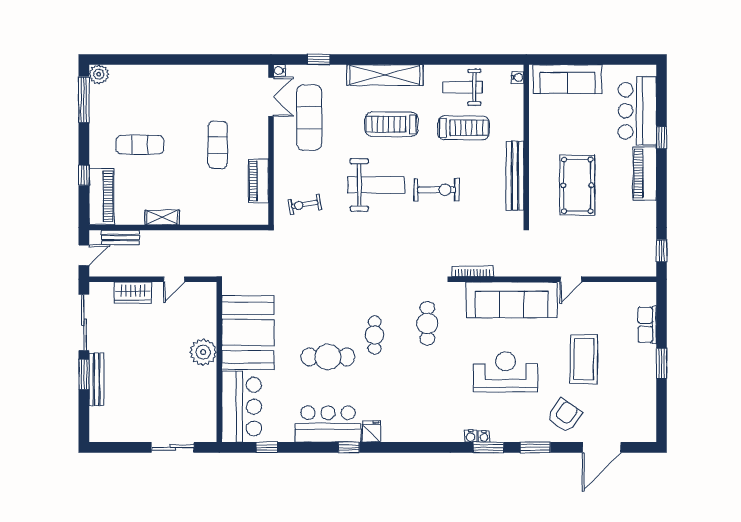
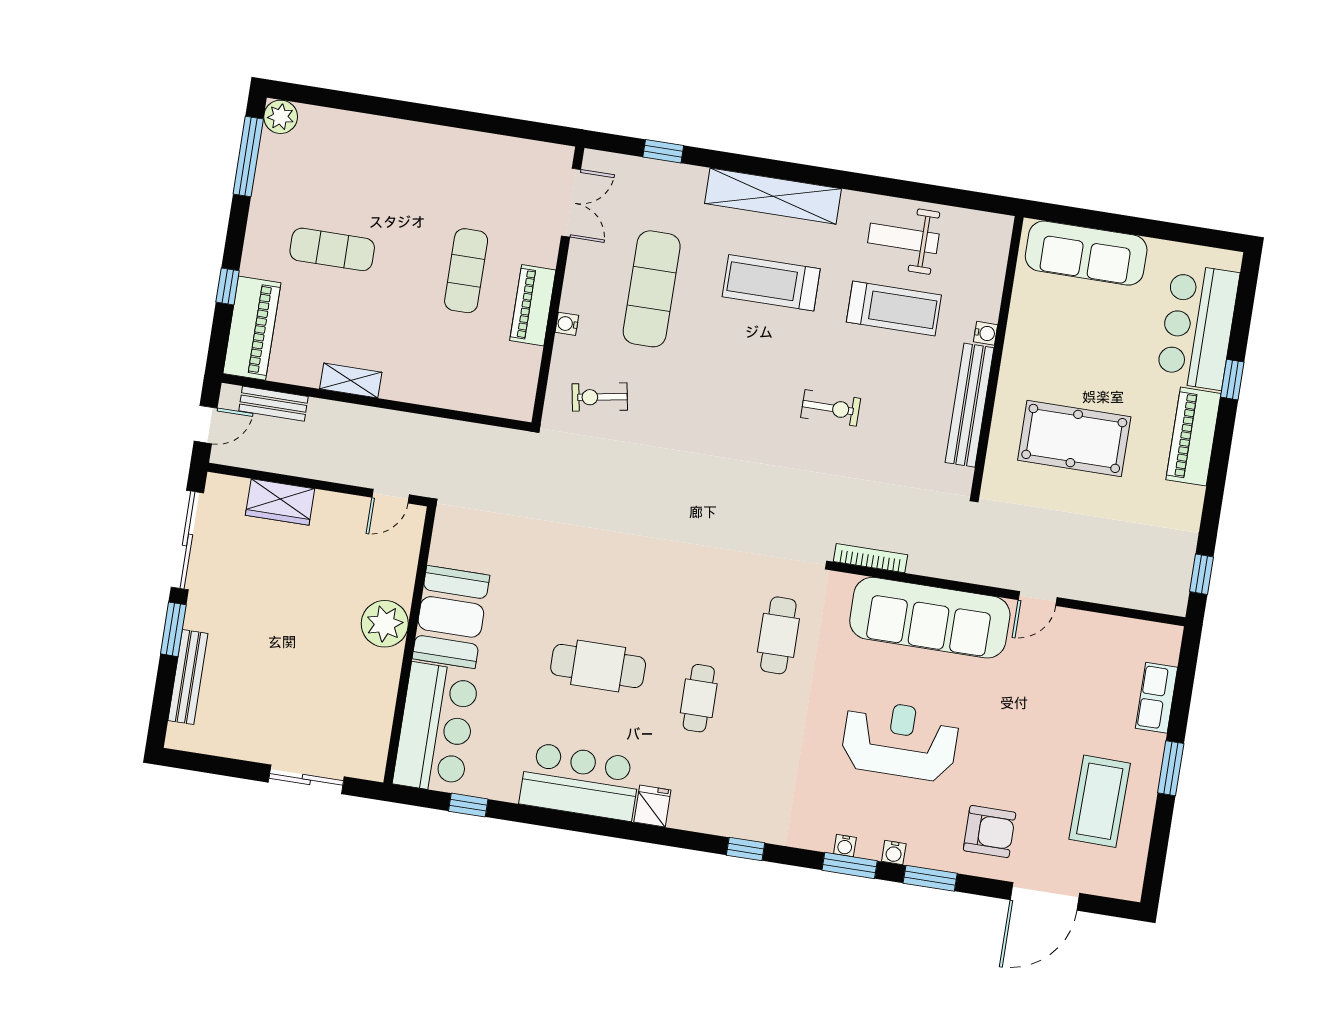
water cooler: (279, 71) -> (567, 324), moved
water cooler: (518, 77) -> (986, 333), moved
exercise mat: (309, 118) -> (652, 289), moved
piano: (258, 181) -> (533, 305), moved
weight bench: (376, 185) -> (728, 383), removed
pool table: (577, 185) -> (1074, 438), turned 90
exercise bike: (437, 190) -> (831, 408), width x0.73, depth x0.72
door: (174, 279) -> (391, 496), moved
booth: (248, 333) -> (451, 617), width x0.73, depth x0.70
cafe table: (375, 335) -> (699, 698), moved
coffee table: (584, 359) -> (1100, 801), moved
bench: (96, 379) -> (188, 677), moved
armchair: (565, 416) -> (990, 832), turned 55
water cooler: (471, 436) -> (894, 852), moved
window: (349, 447) -> (746, 849), moved

